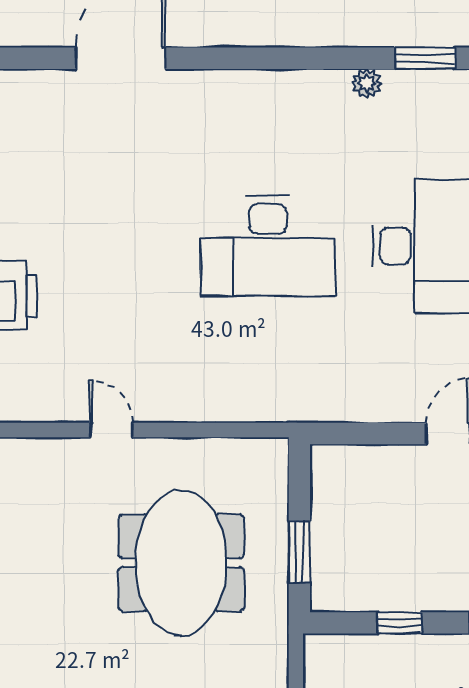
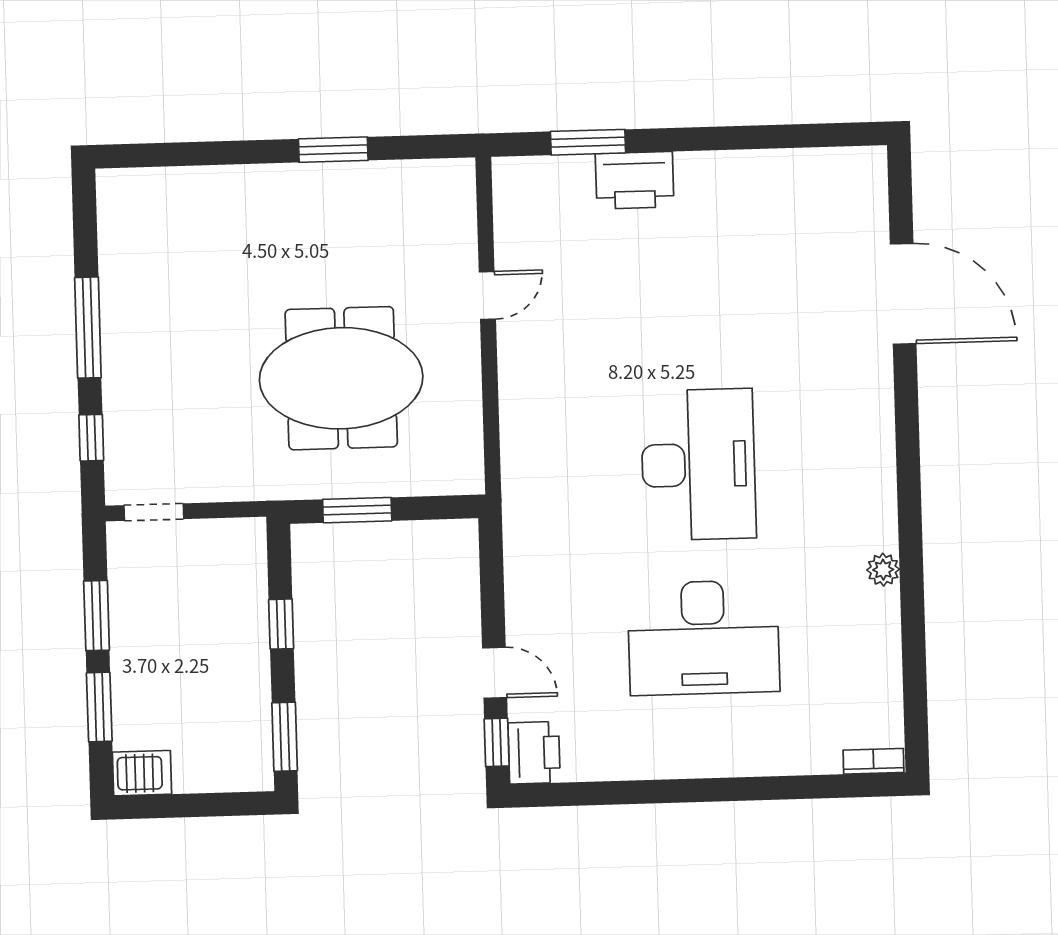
window: (425, 58) -> (913, 634), removed
desk: (268, 246) -> (698, 465), turned 180

